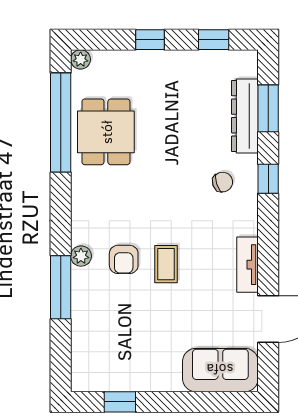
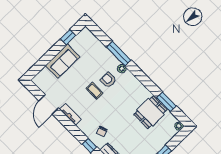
window: (61, 122) -> (166, 102), width x0.47
dining table: (106, 132) -> (150, 112), turned 90
sofa: (220, 370) -> (62, 61), moved

